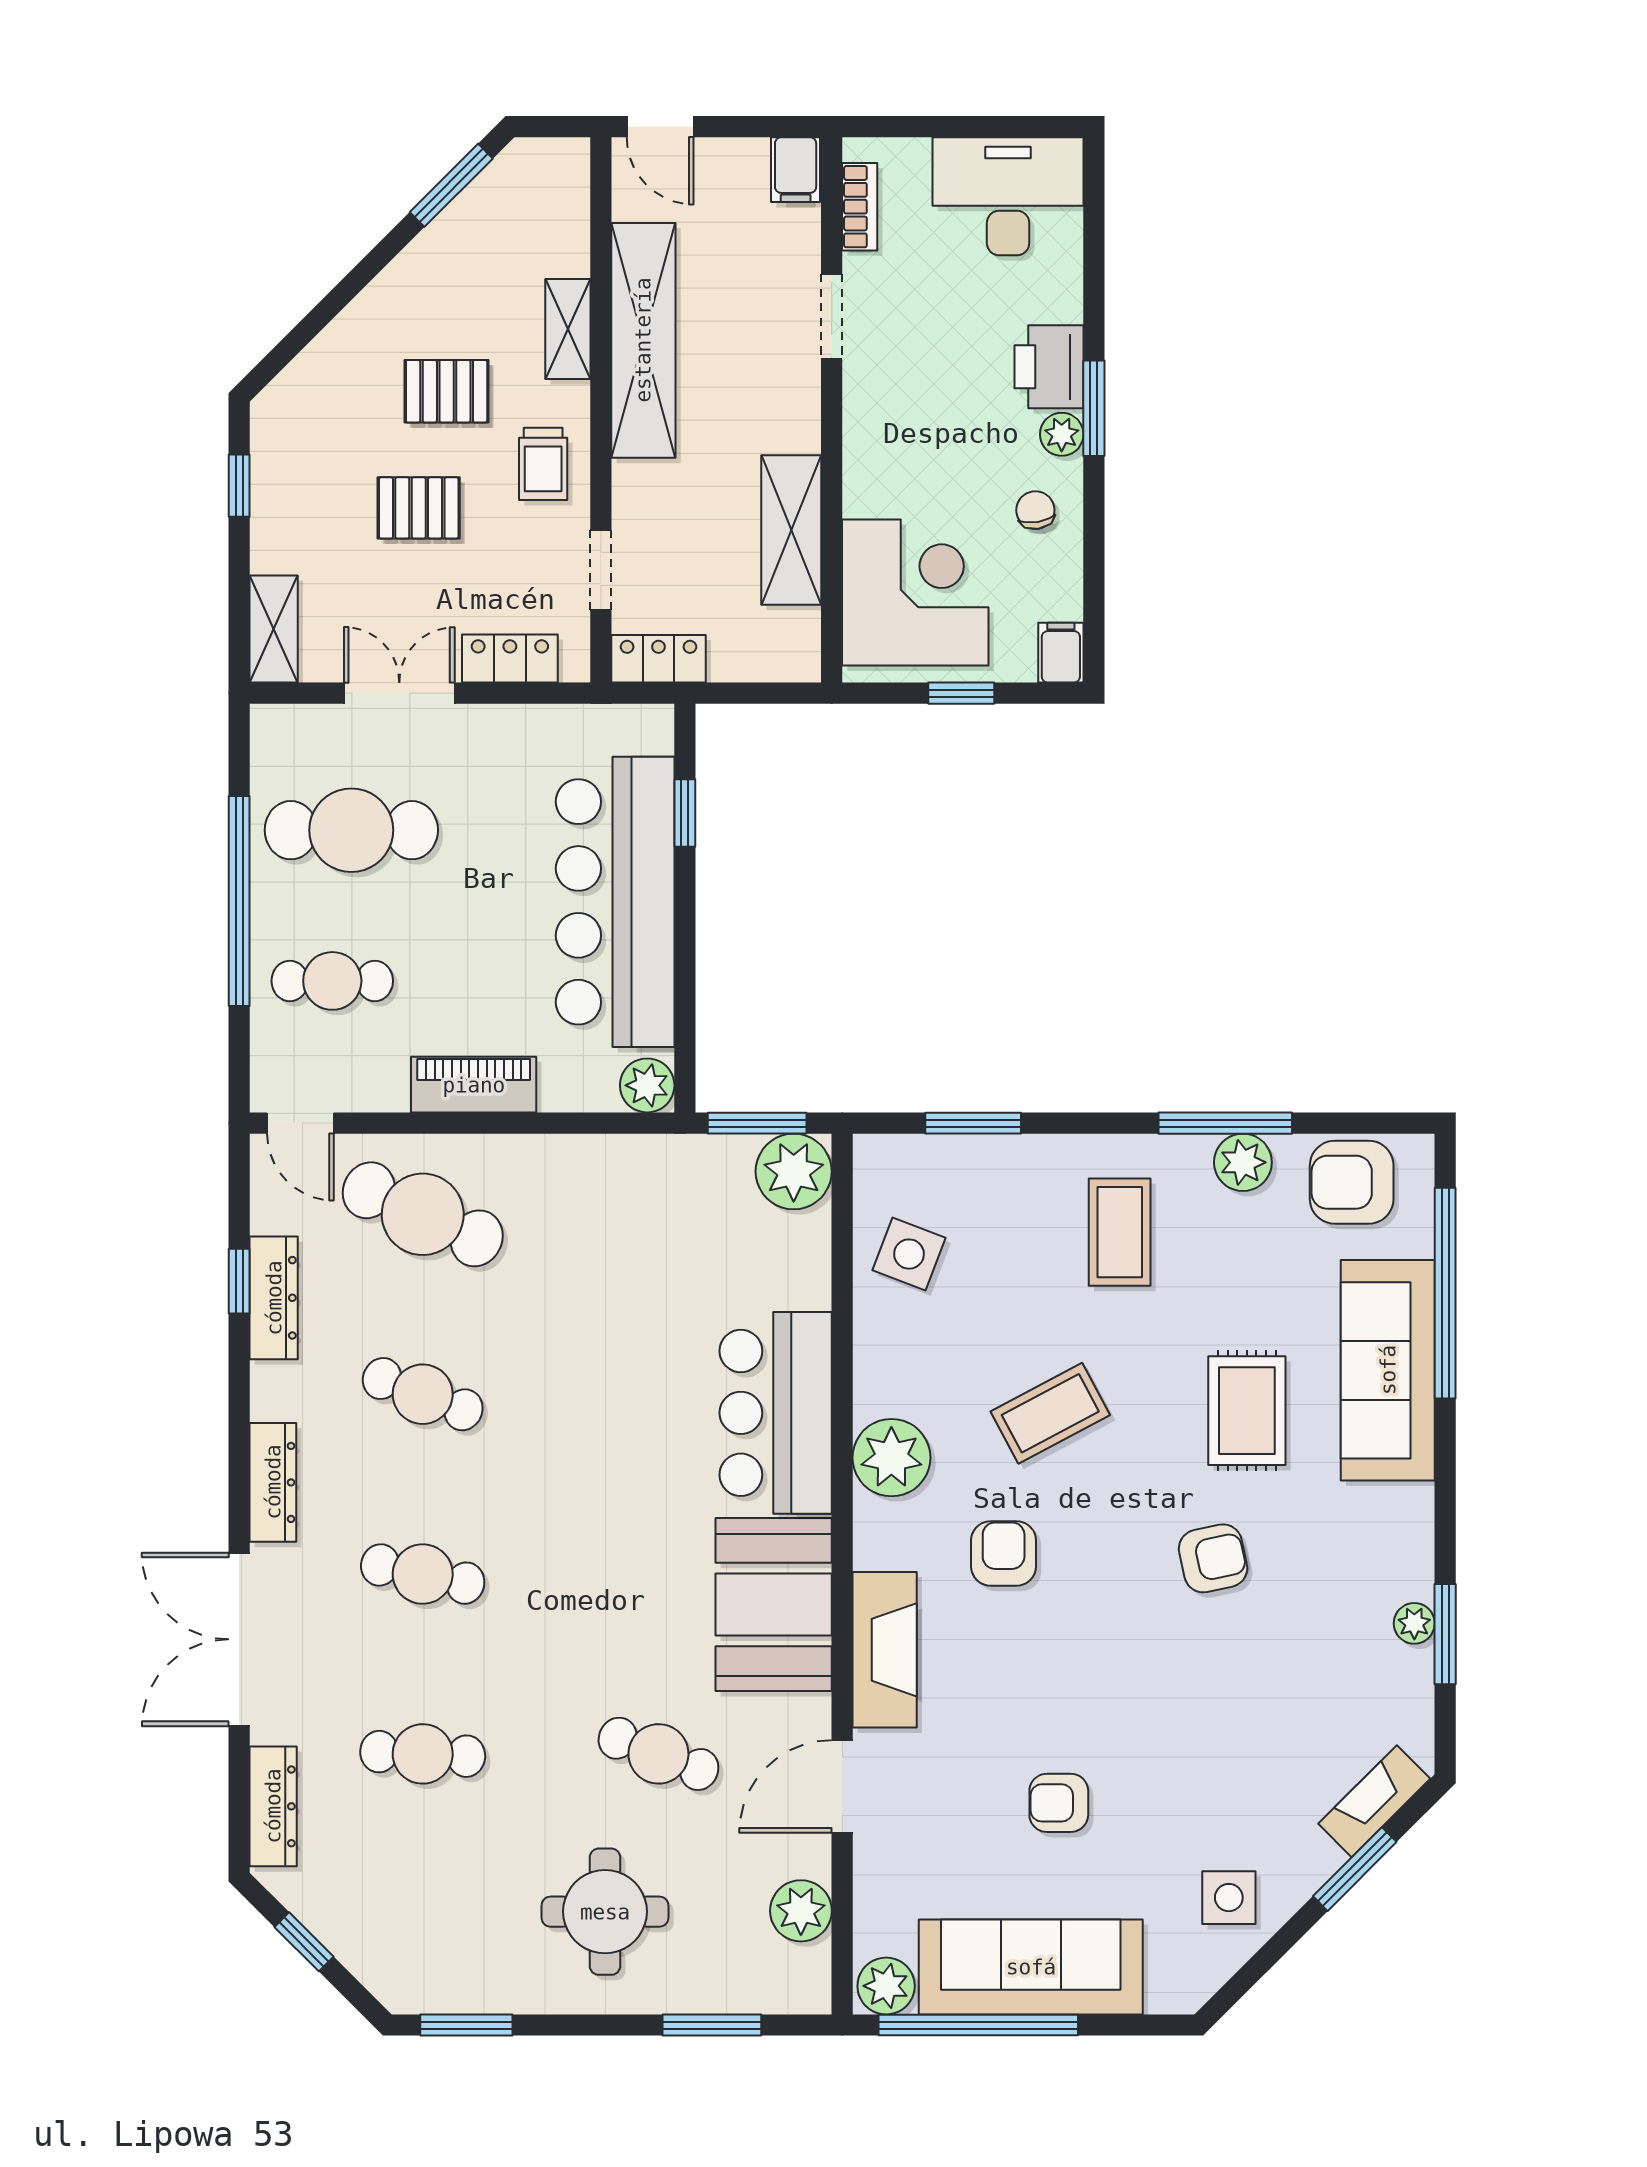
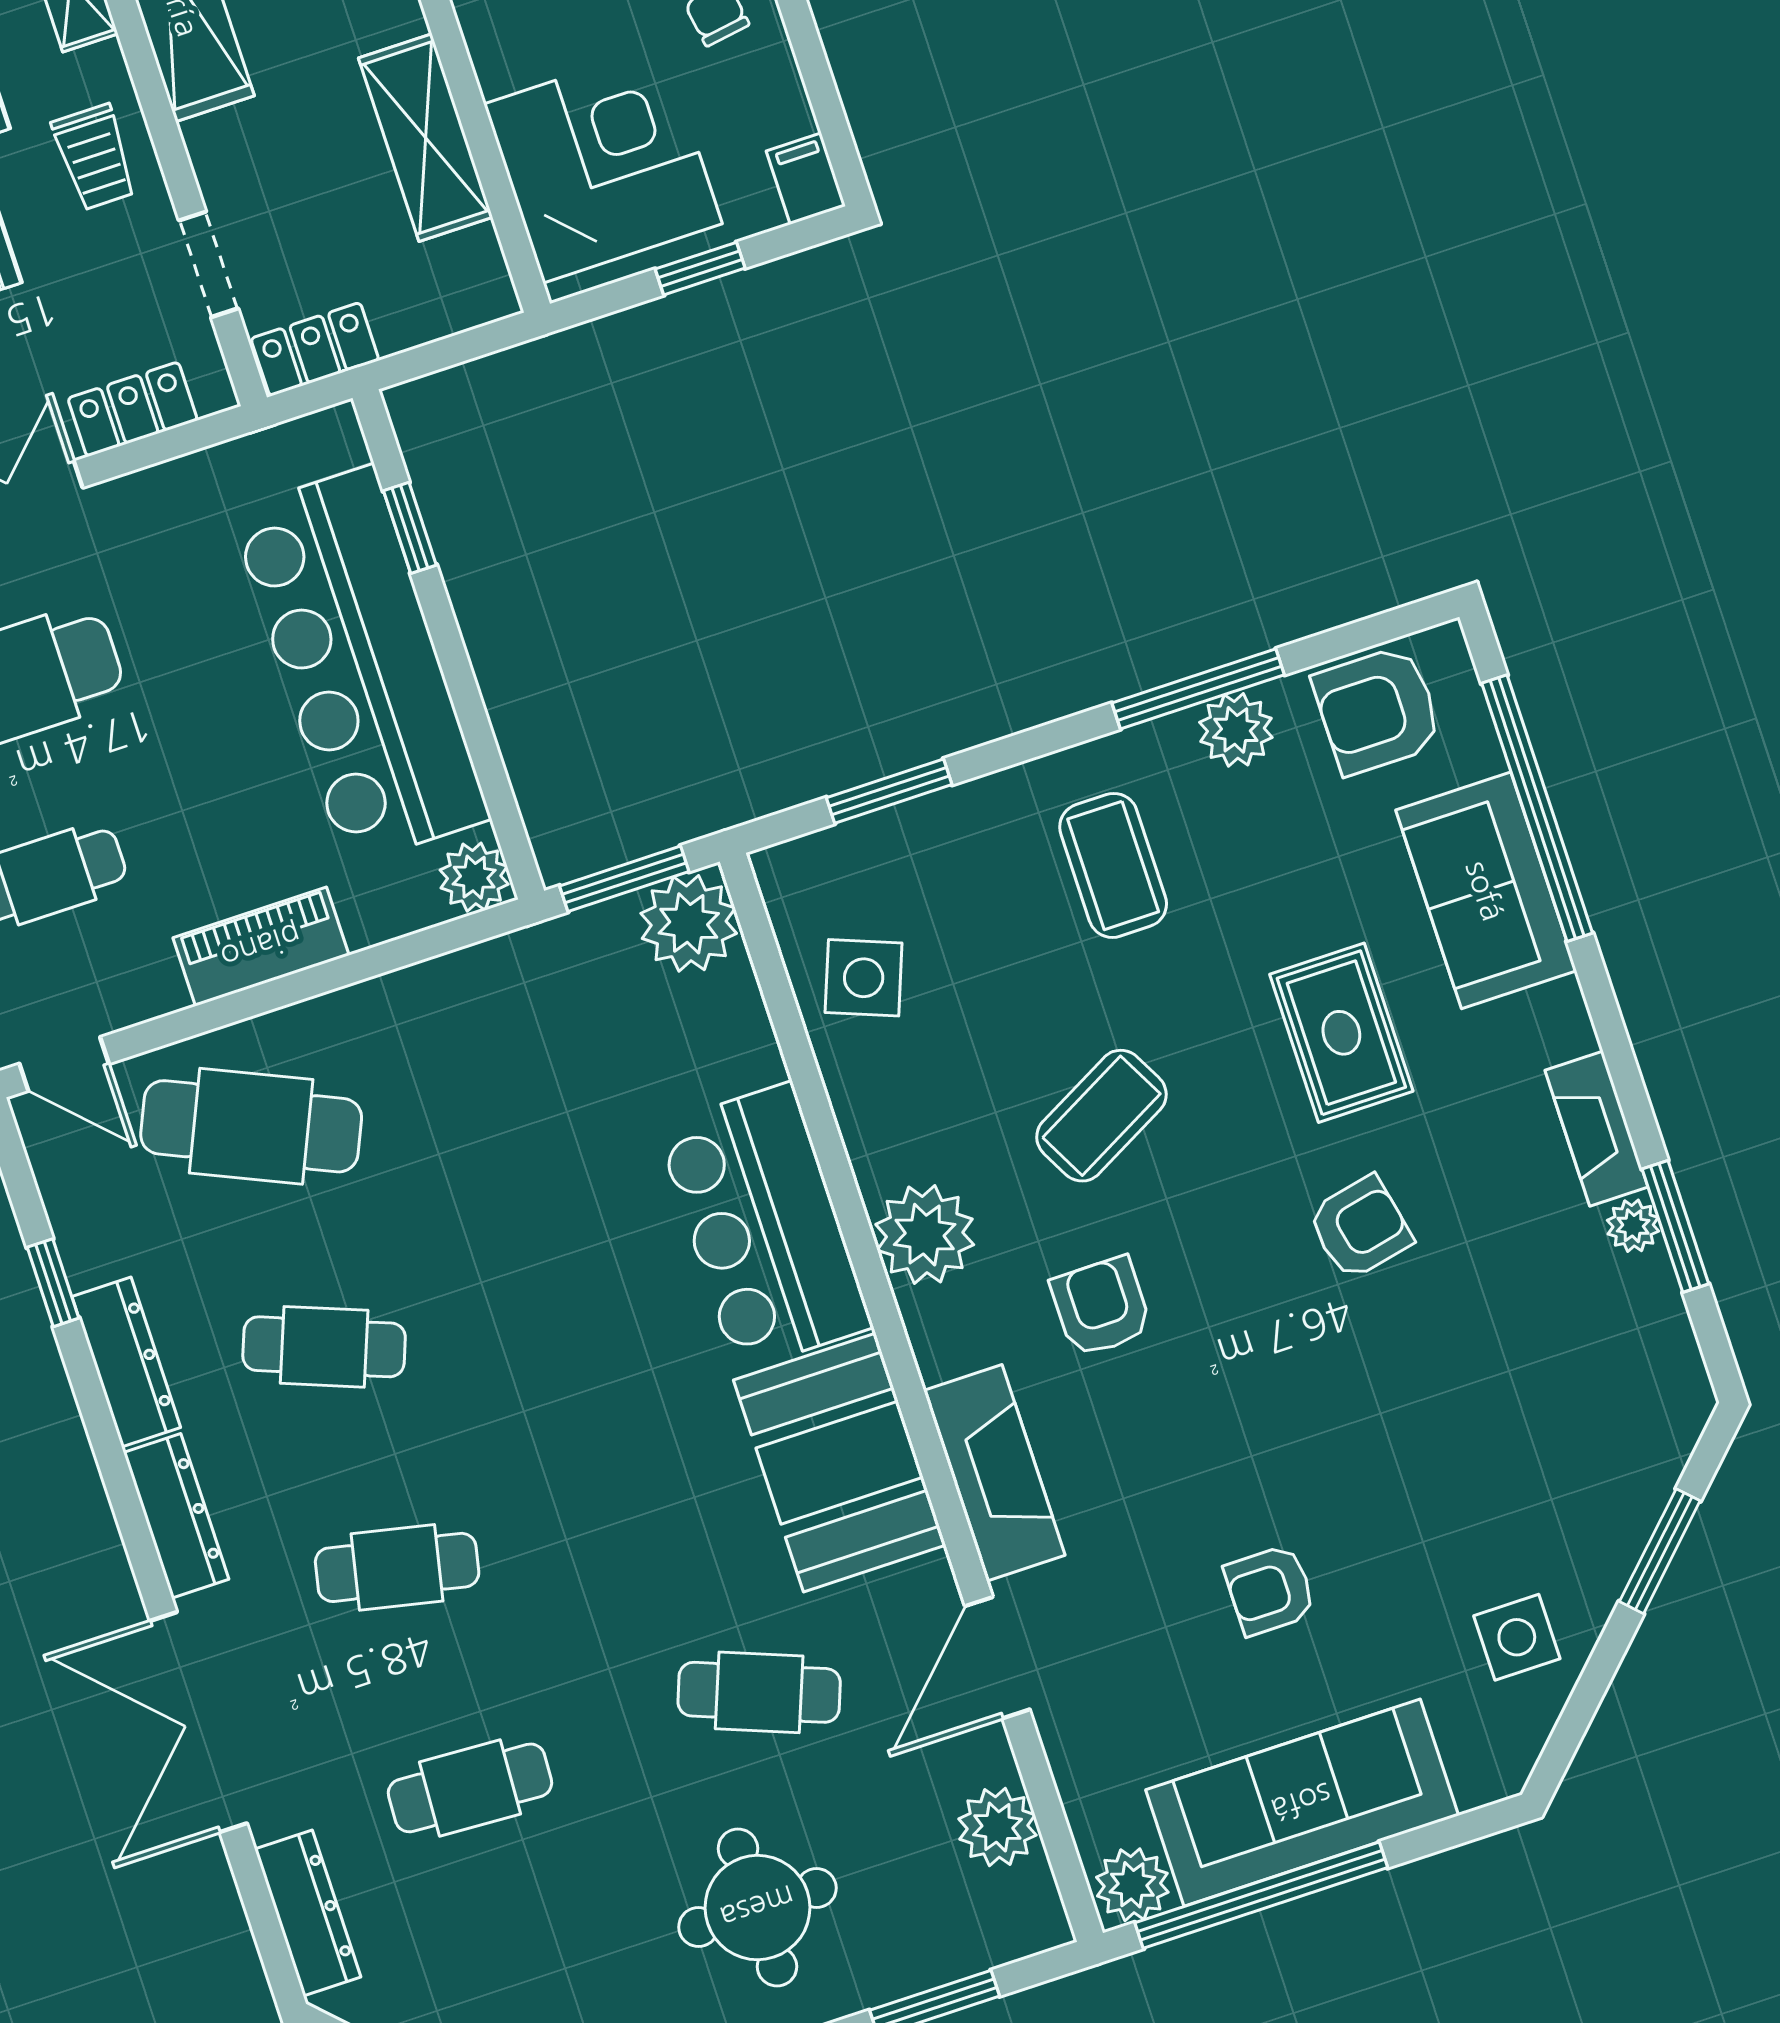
dresser: (274, 1298) -> (126, 1362), moved
sofa: (1388, 1370) -> (1486, 890), width x0.73
fireplace: (1374, 1801) -> (1596, 1129), moved, turned -45

